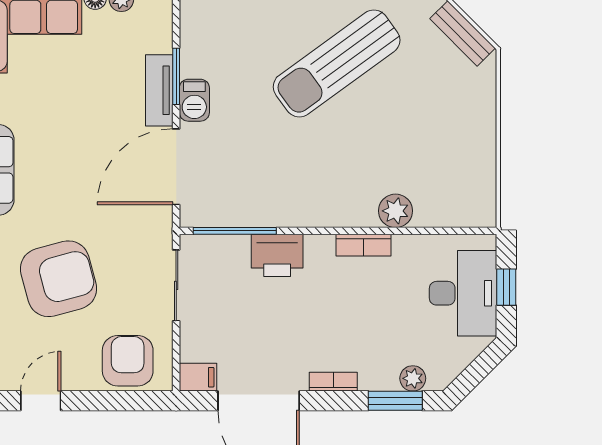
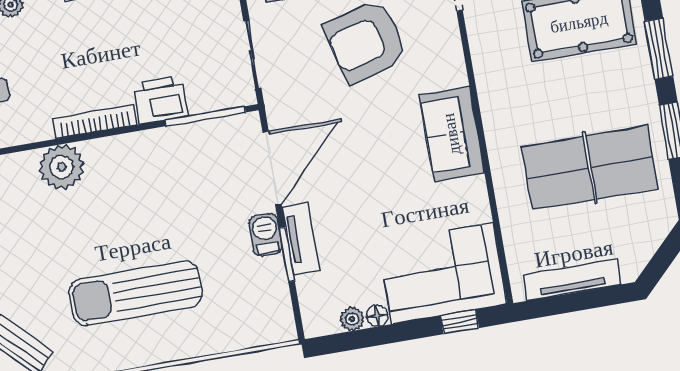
sun lounger: (337, 63) -> (135, 293), turned -144
plant: (396, 211) -> (62, 167), width x1.36, depth x1.36
bookcase: (363, 245) -> (94, 121), width x1.56

